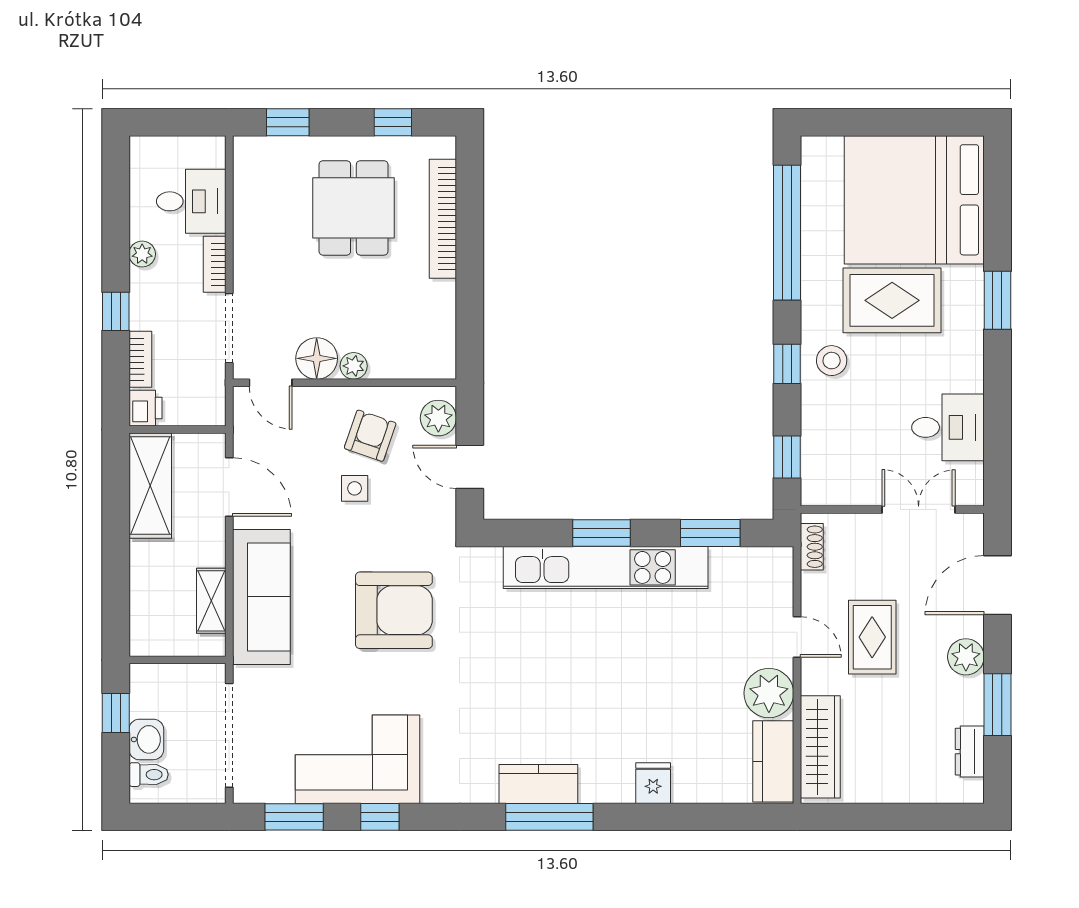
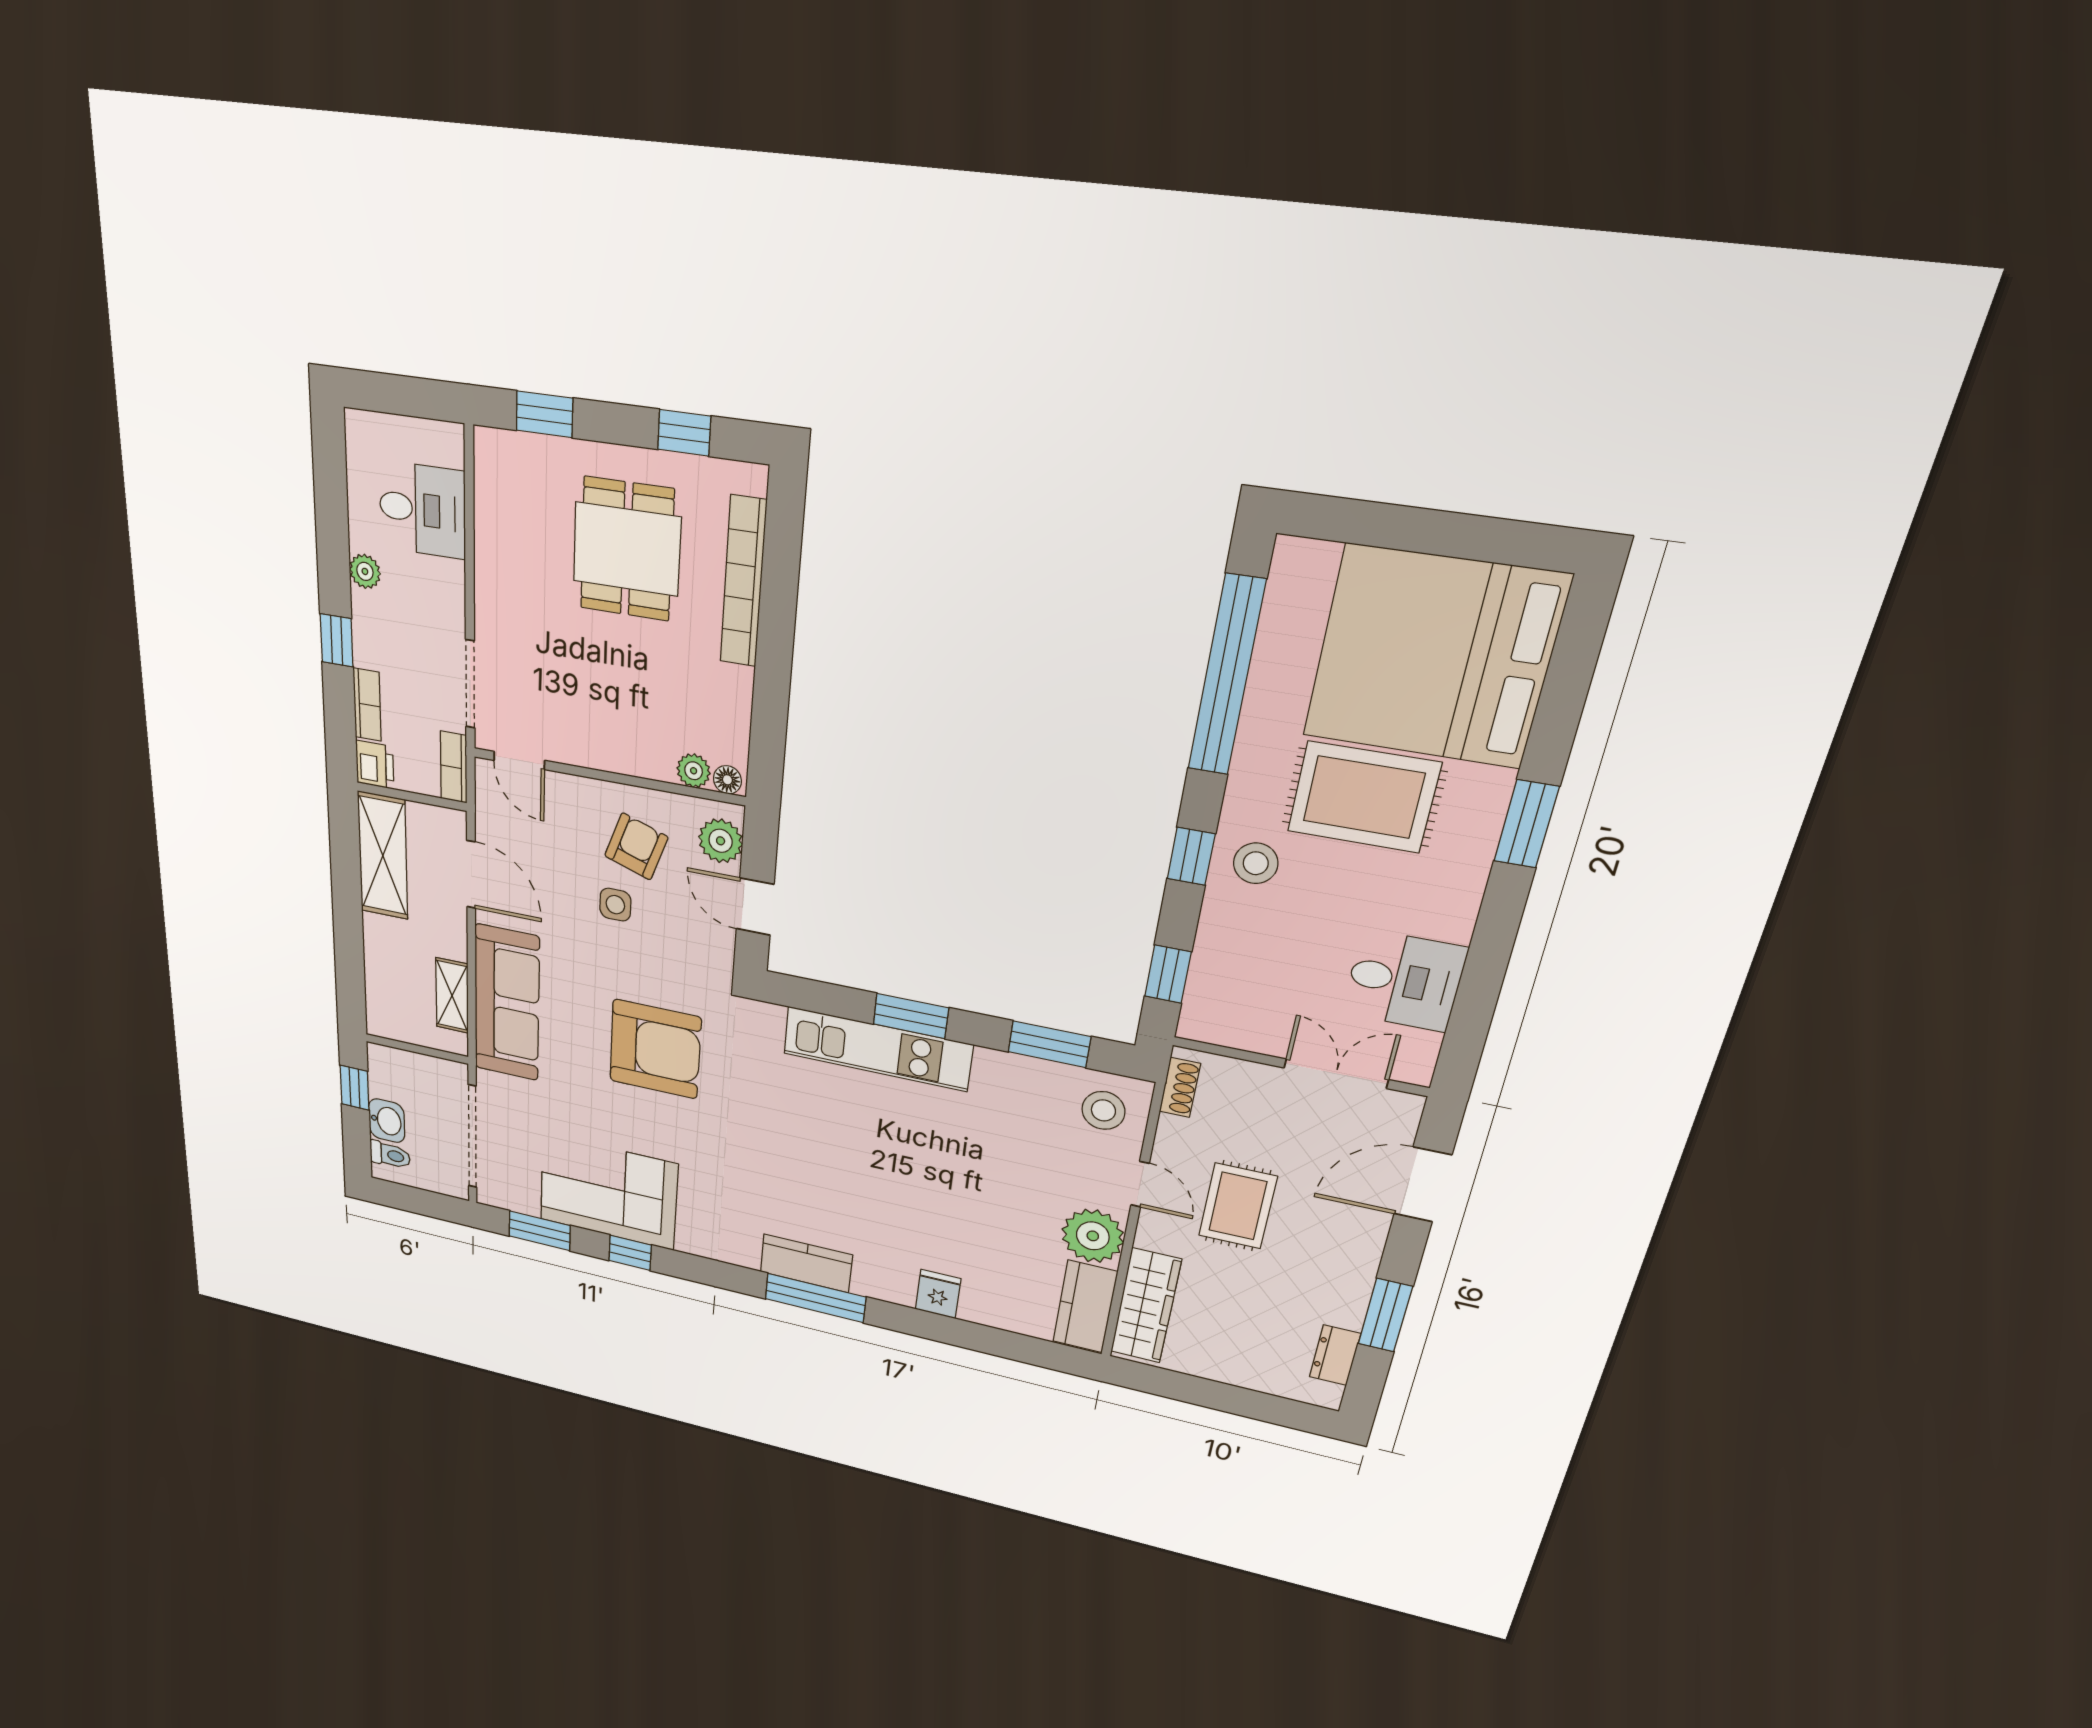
bookcase: (215, 264) -> (454, 767), moved
floor lamp: (317, 358) -> (727, 780), moved, width x0.53, depth x0.53
plant: (354, 366) -> (694, 771), moved
kitchen unit: (606, 567) -> (877, 1049), width x0.73
stool: (759, 580) -> (1103, 1110), added
plant: (966, 657) -> (1357, 1255), removed

